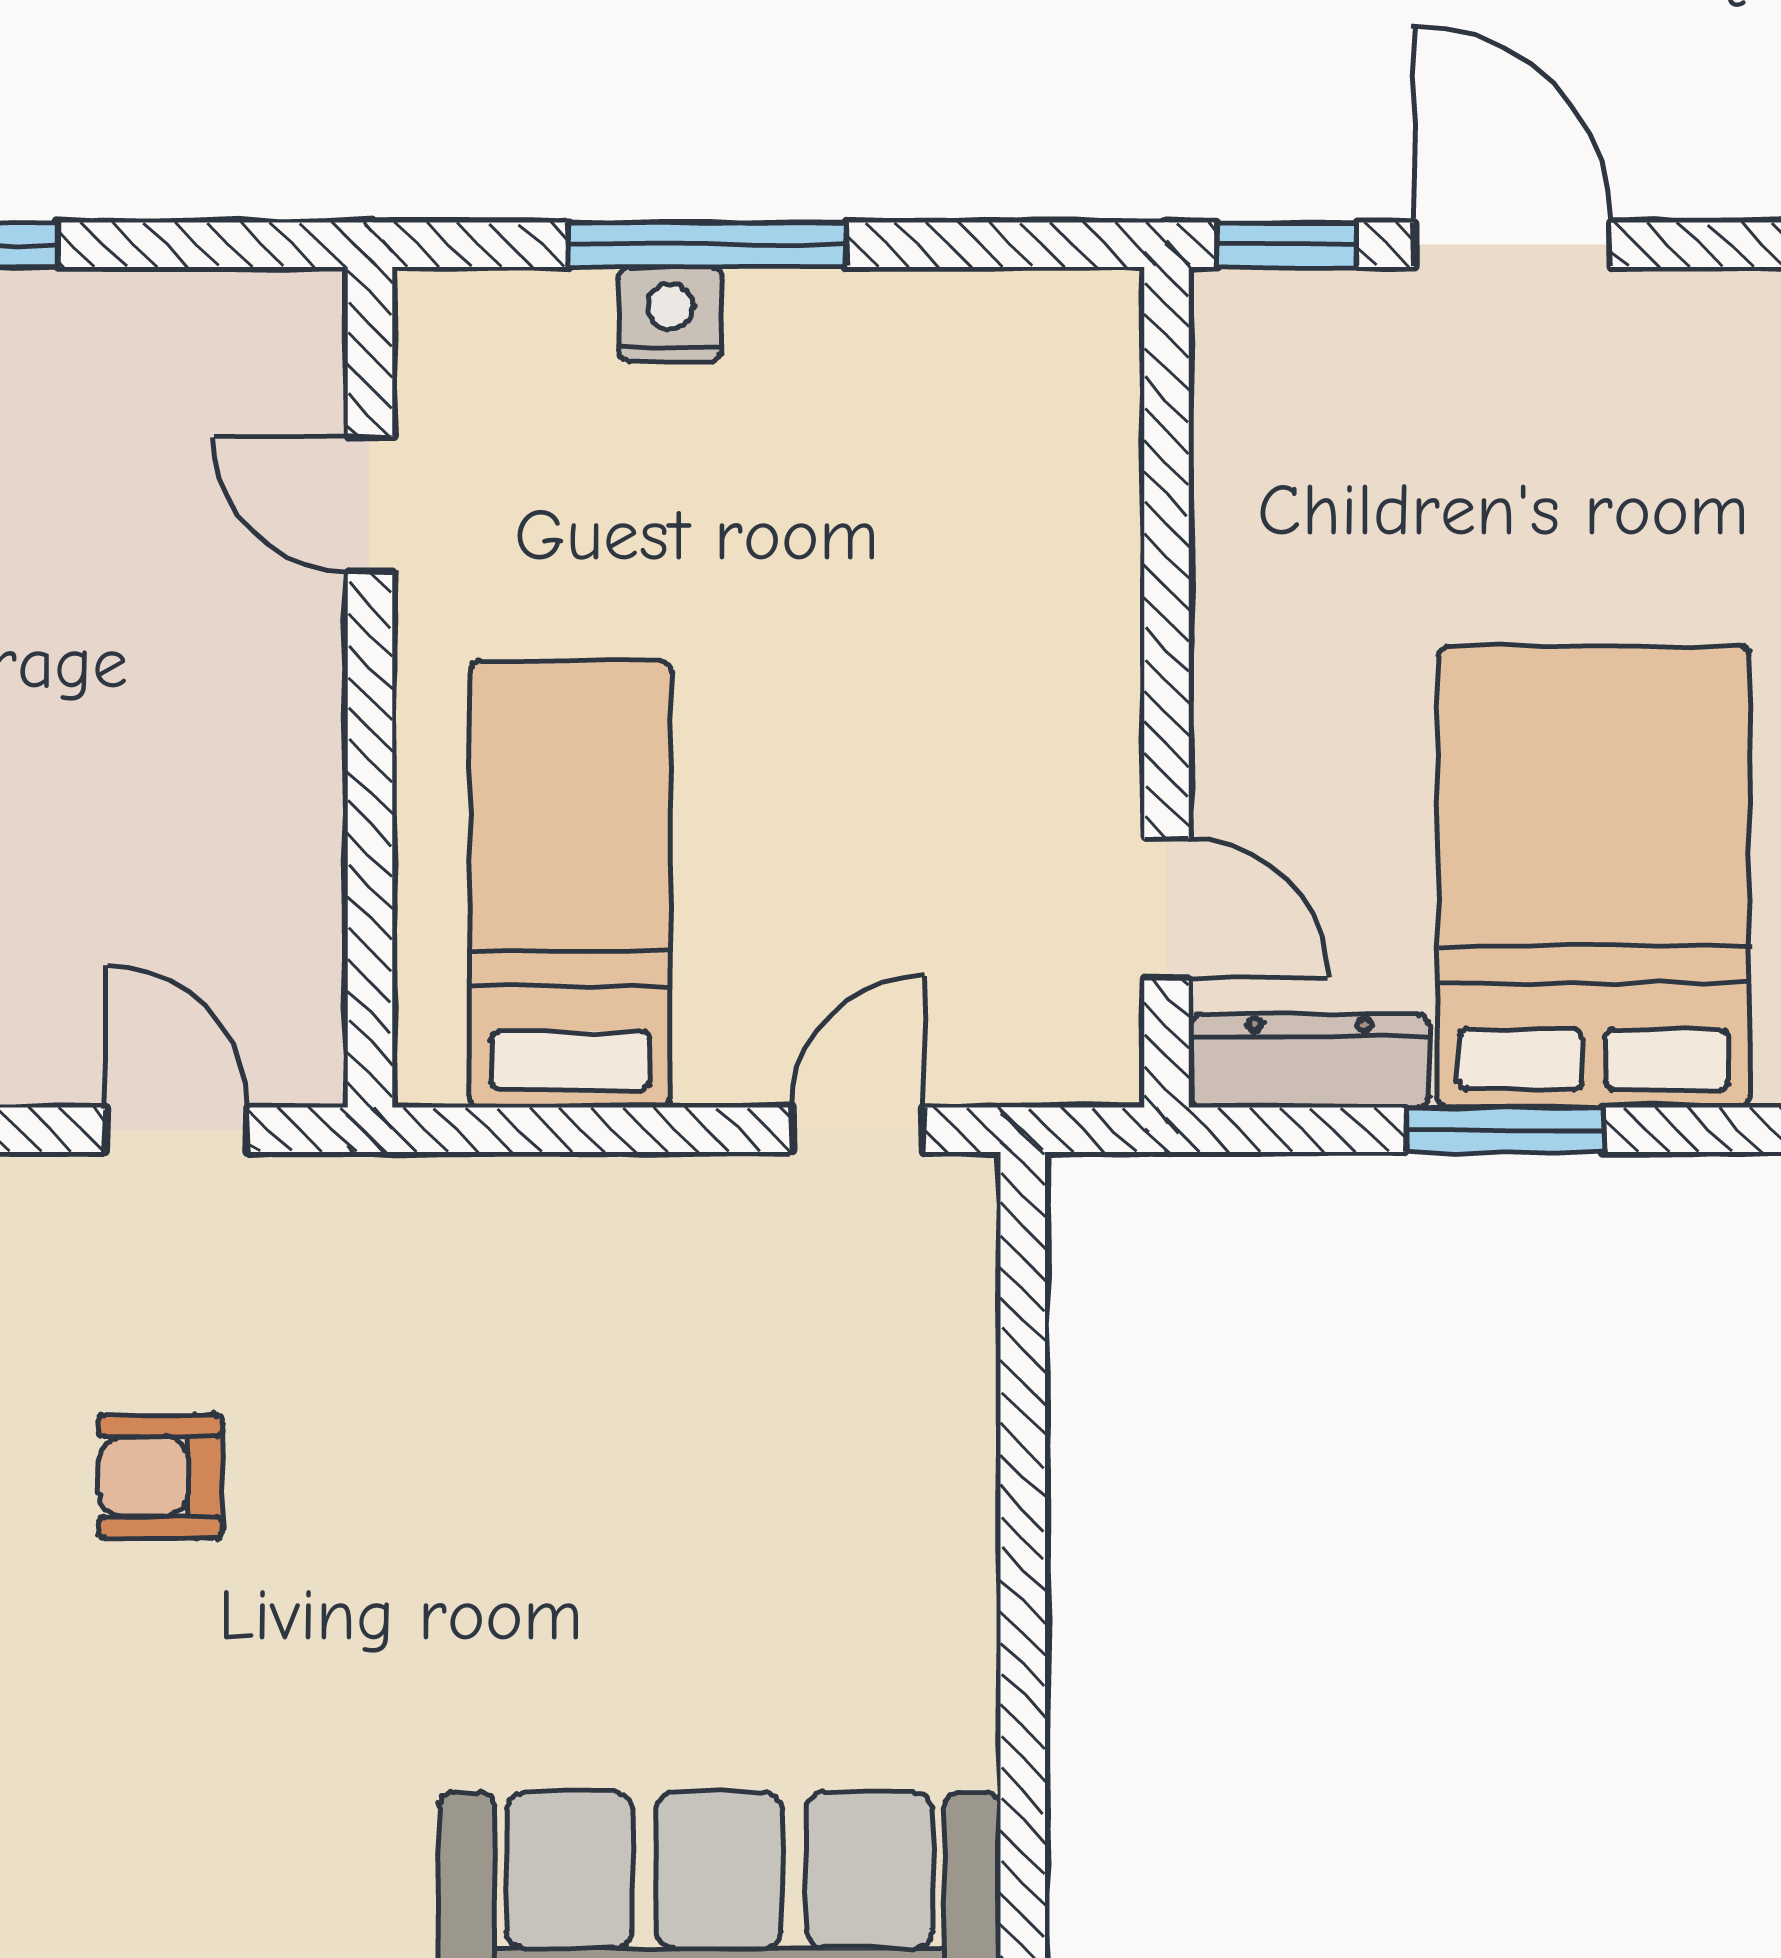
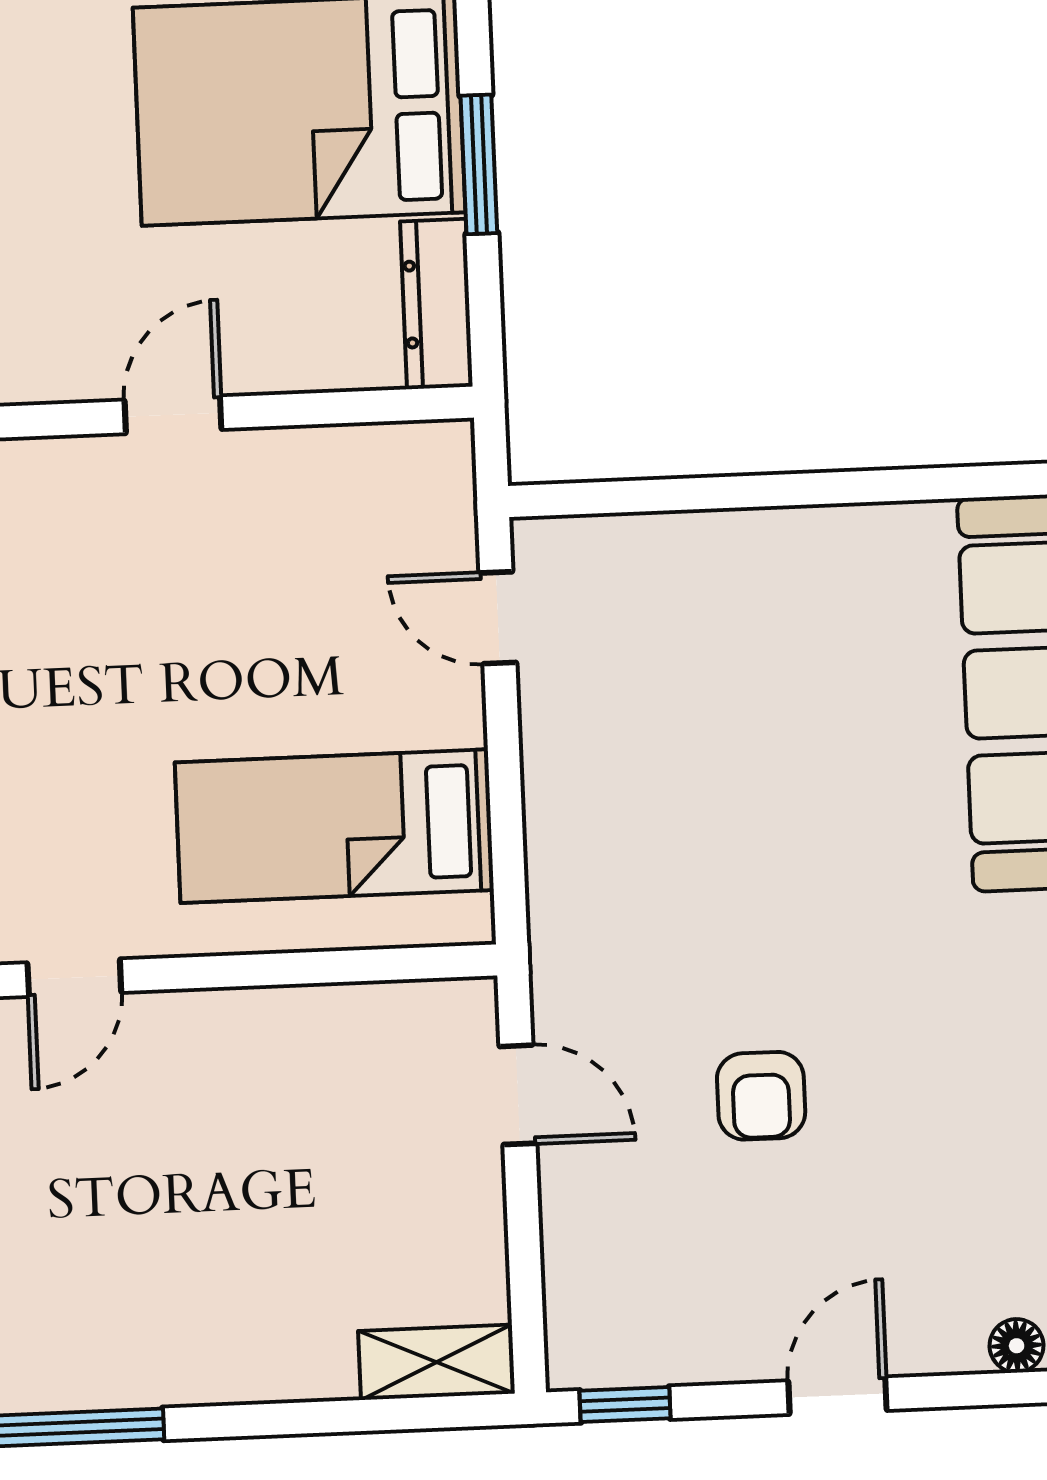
door: (1167, 908) -> (173, 415), moved
door: (176, 1130) -> (518, 1095), swing flipped

